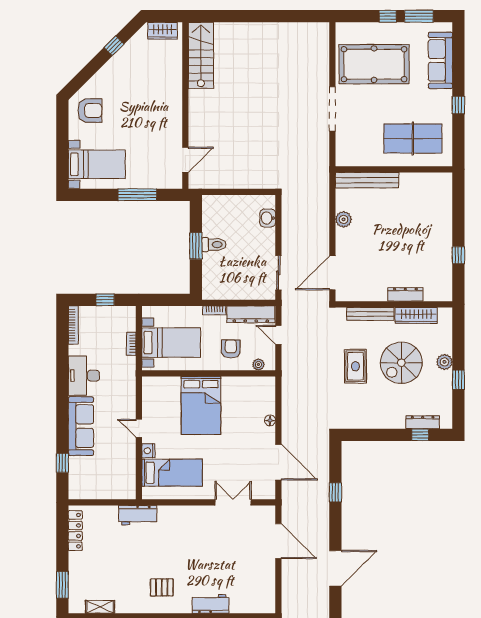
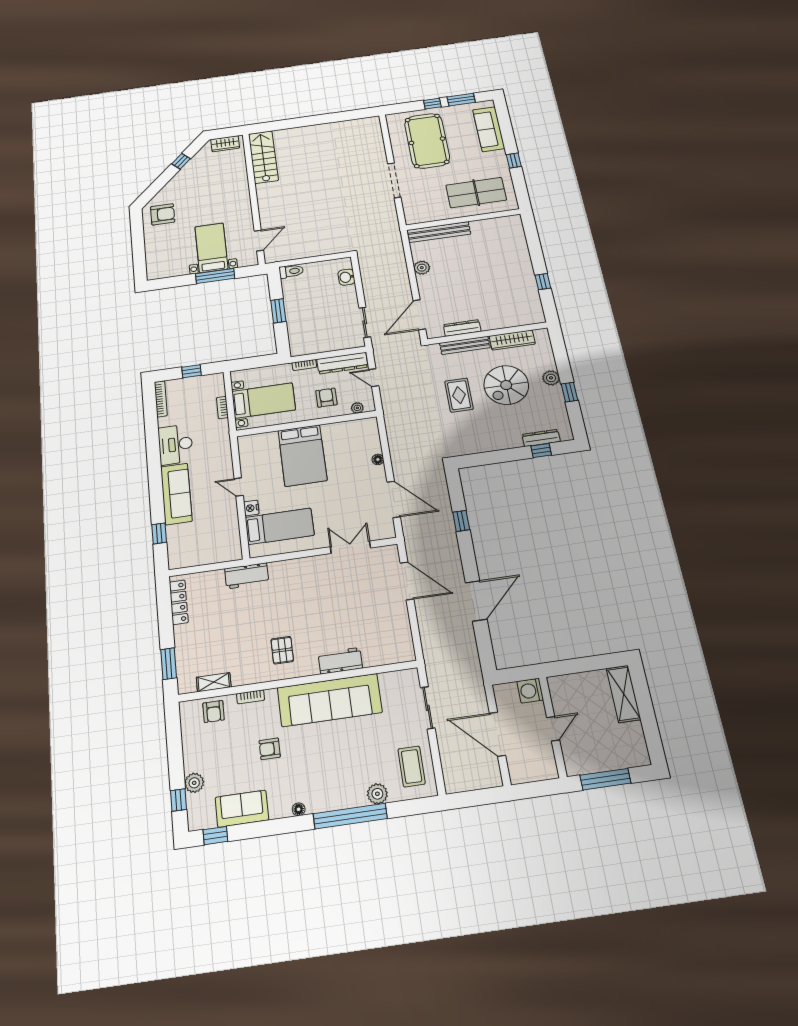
pool table: (374, 64) -> (427, 141), turned 90
bed with nightstands: (97, 164) -> (211, 248), moved, turned -90
toilet: (214, 244) -> (291, 271), moved
dresser: (405, 294) -> (462, 328), moved
pallet: (162, 587) -> (282, 650), turned 90

